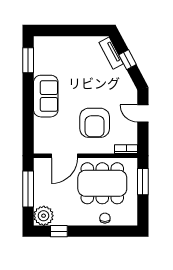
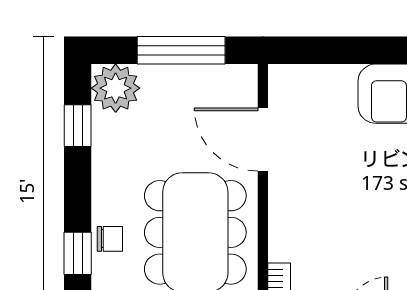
armchair: (95, 123) -> (344, 214), removed
window: (111, 231) -> (78, 253), added

